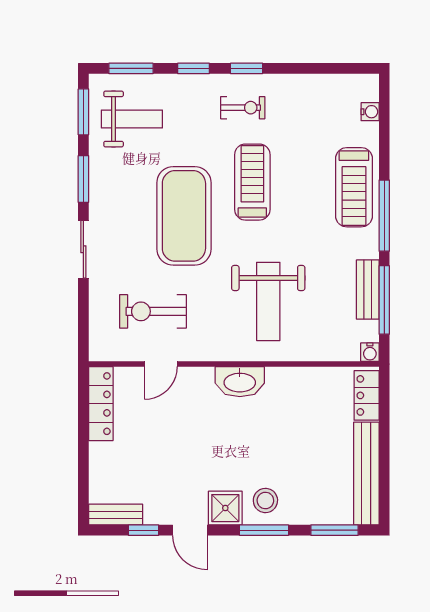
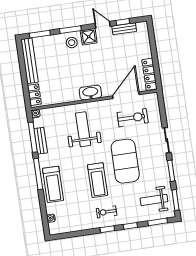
treadmill: (354, 187) -> (53, 184), turned 180
door: (161, 364) -> (126, 95), width x1.88
bench: (116, 515) -> (124, 29), moved

